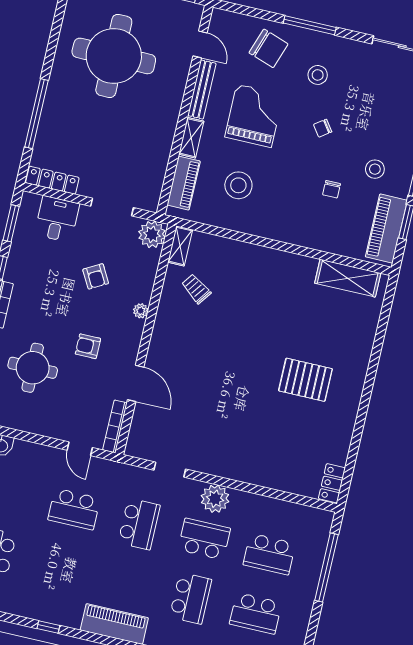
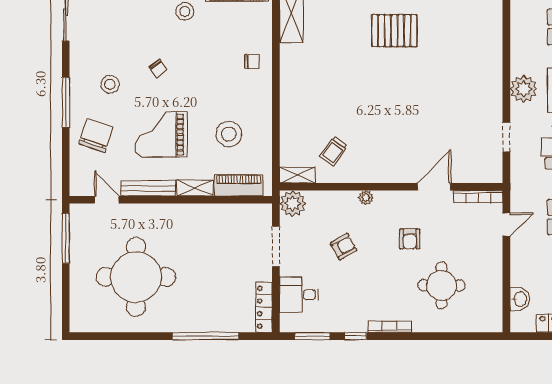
door: (200, 44) -> (107, 200), hinge flipped
chair: (332, 189) -> (252, 62), moved
pallet: (305, 380) -> (394, 31), turned 90

